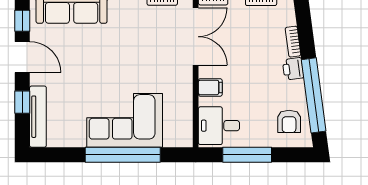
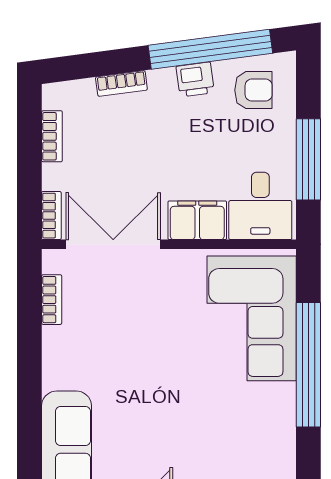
printer: (293, 69) -> (195, 80), moved
filing cabinet: (210, 87) -> (197, 220), width x2.00
corner sofa: (125, 120) -> (252, 318), moved

